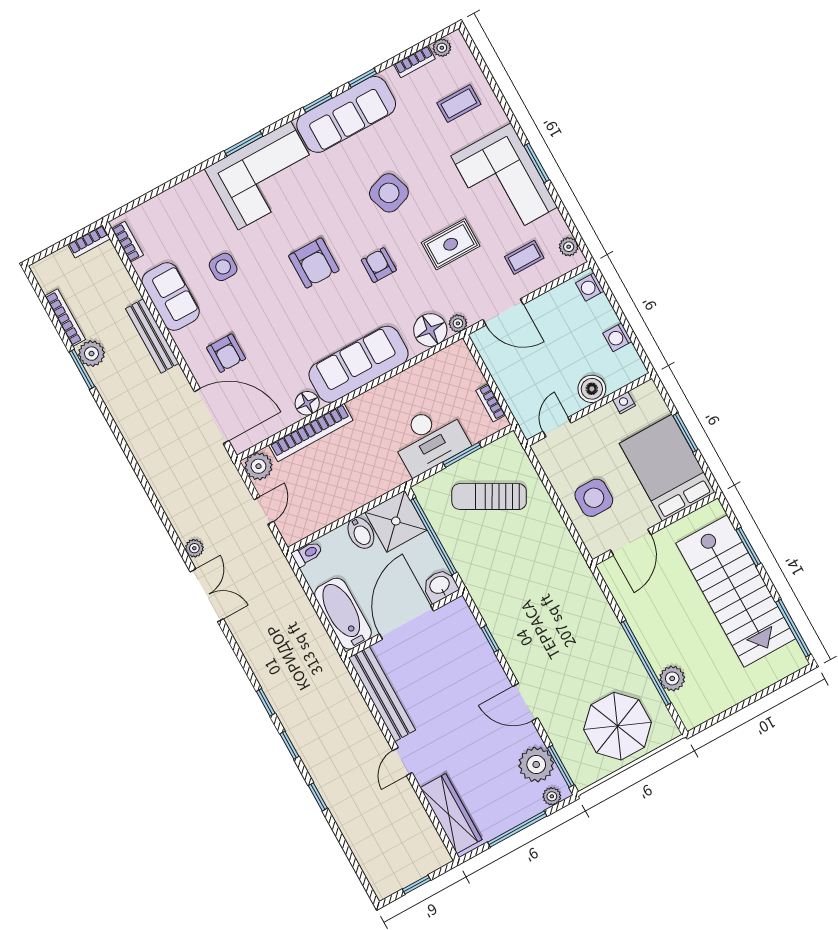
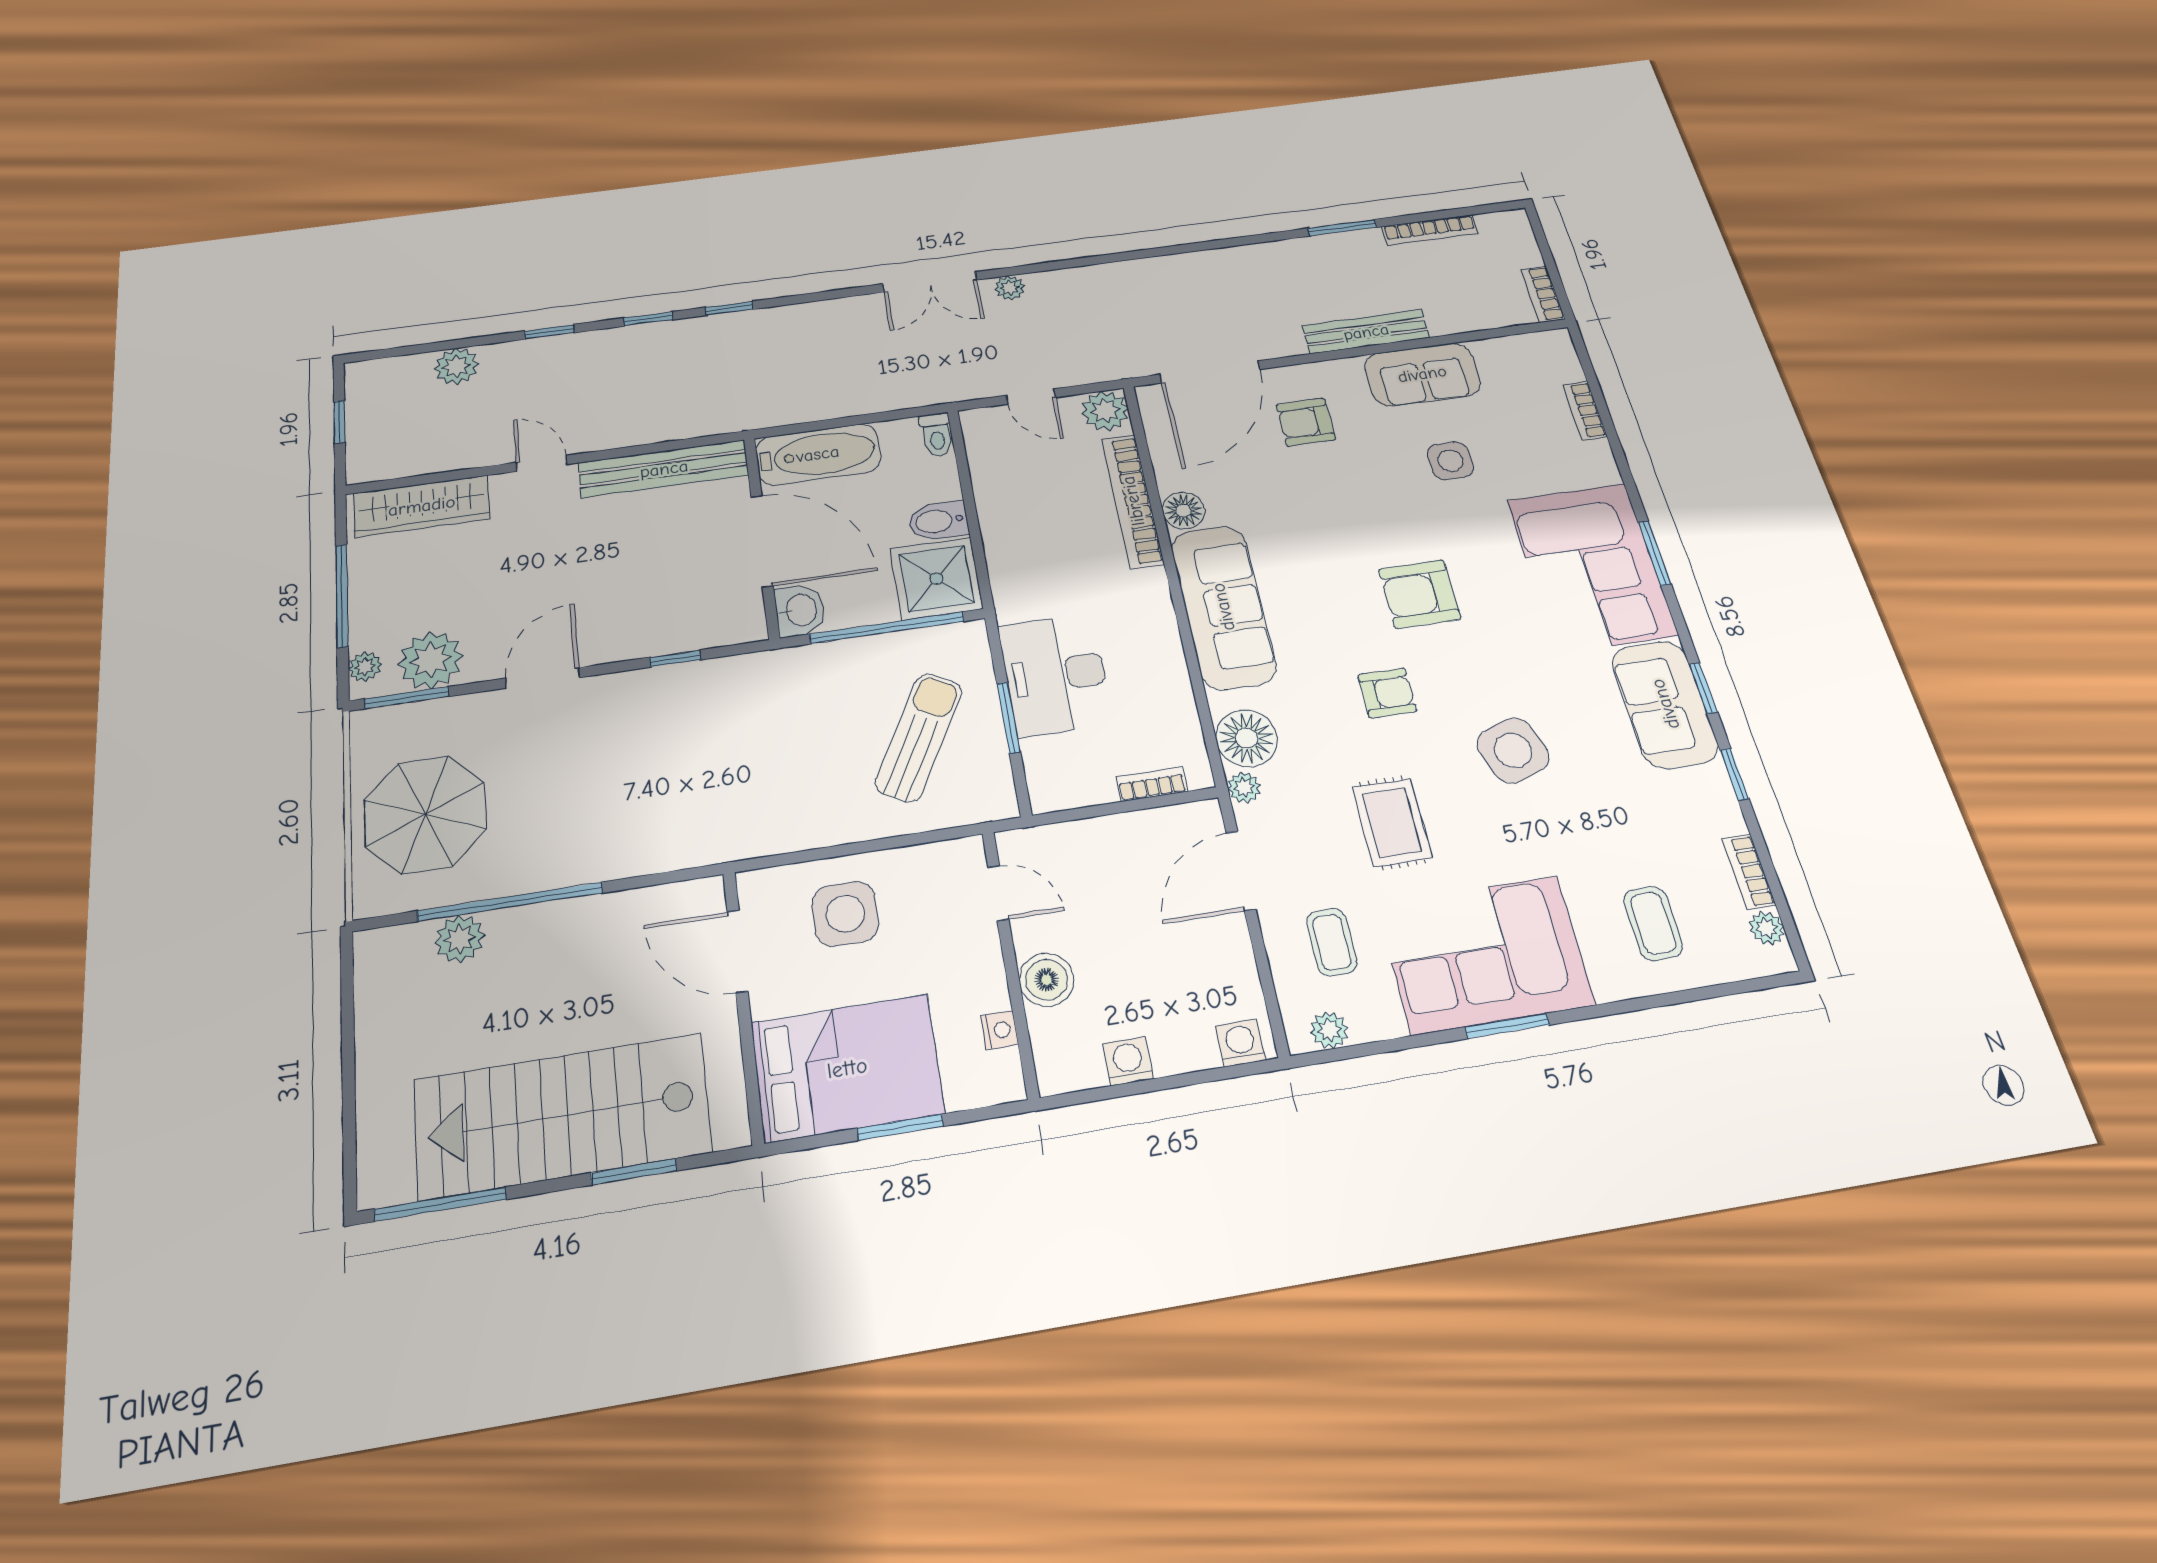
sofa: (346, 114) -> (1665, 704), width x0.73
bookcase: (127, 242) -> (1585, 411), moved, turned 90
plant: (92, 354) -> (456, 366), moved
bookcase: (491, 403) -> (1152, 784), moved

